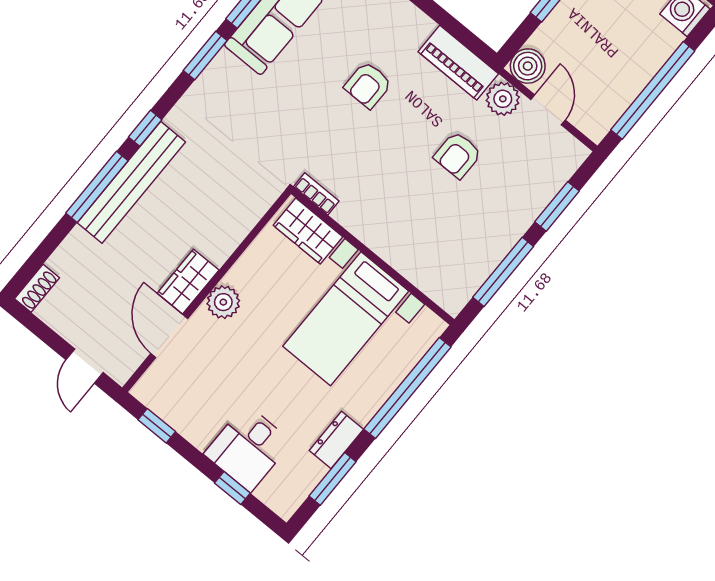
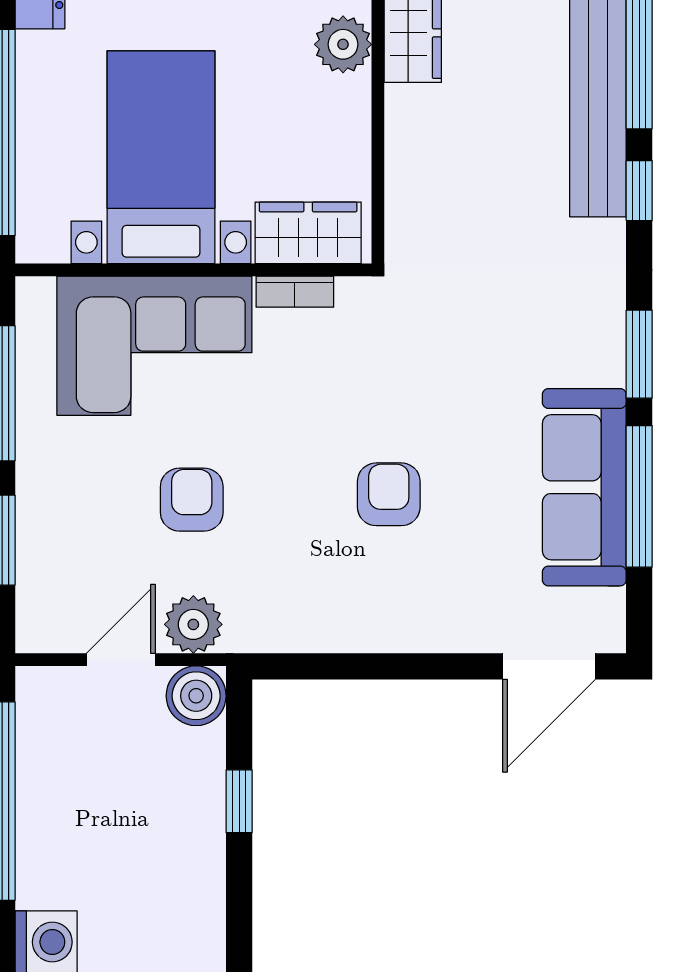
piano: (458, 63) -> (293, 624), removed
door: (548, 110) -> (121, 660), swing flipped
bookcase: (316, 194) -> (295, 292), moved
corner sofa: (418, 237) -> (154, 346), added

